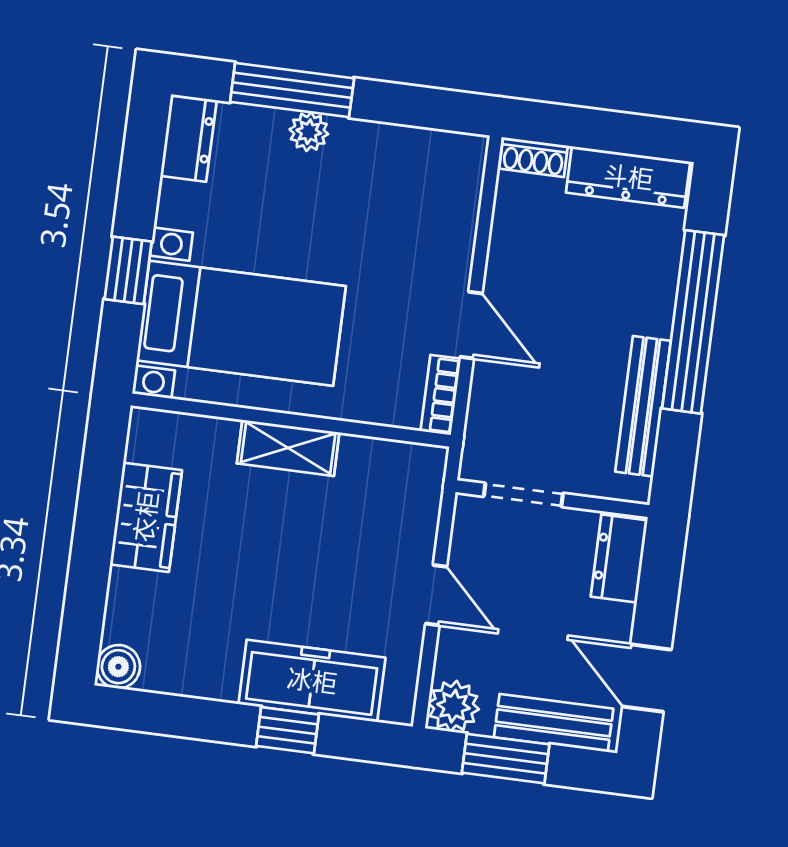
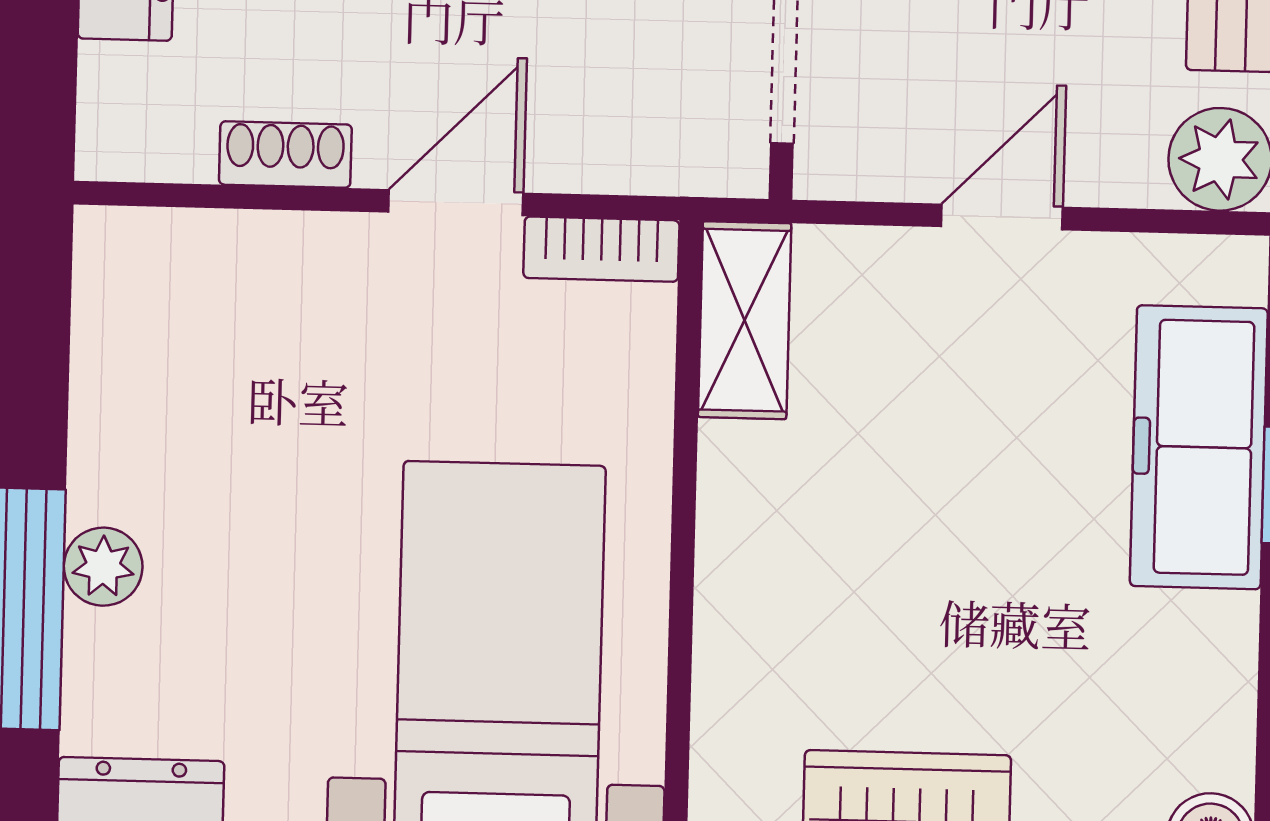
shoe rack: (534, 157) -> (285, 155), moved, turned -90
shelving: (288, 448) -> (745, 320), moved

